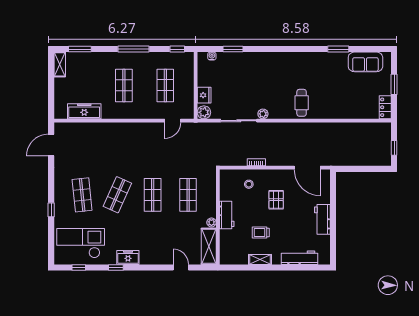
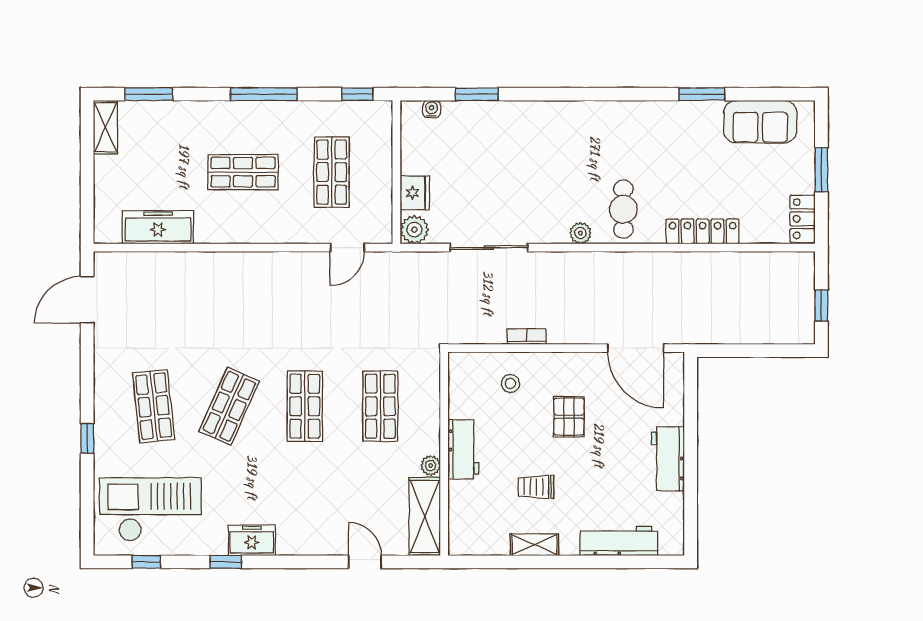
shop shelf: (124, 85) -> (243, 172), turned 90
locker: (339, 113) -> (703, 231), added
plant: (263, 114) -> (580, 233), moved

